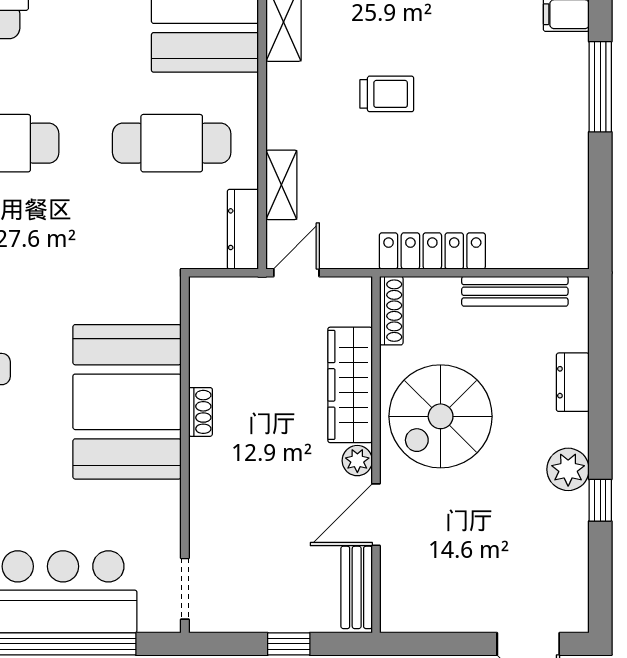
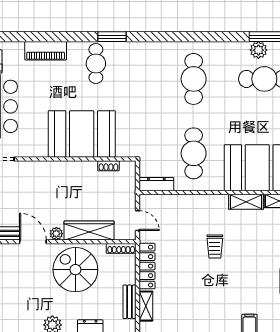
shelving: (281, 185) -> (146, 306), moved, turned 90
door: (296, 273) -> (138, 221), moved
bench: (515, 291) -> (130, 302), width x0.73
shoe rack: (200, 412) -> (108, 166), moved

